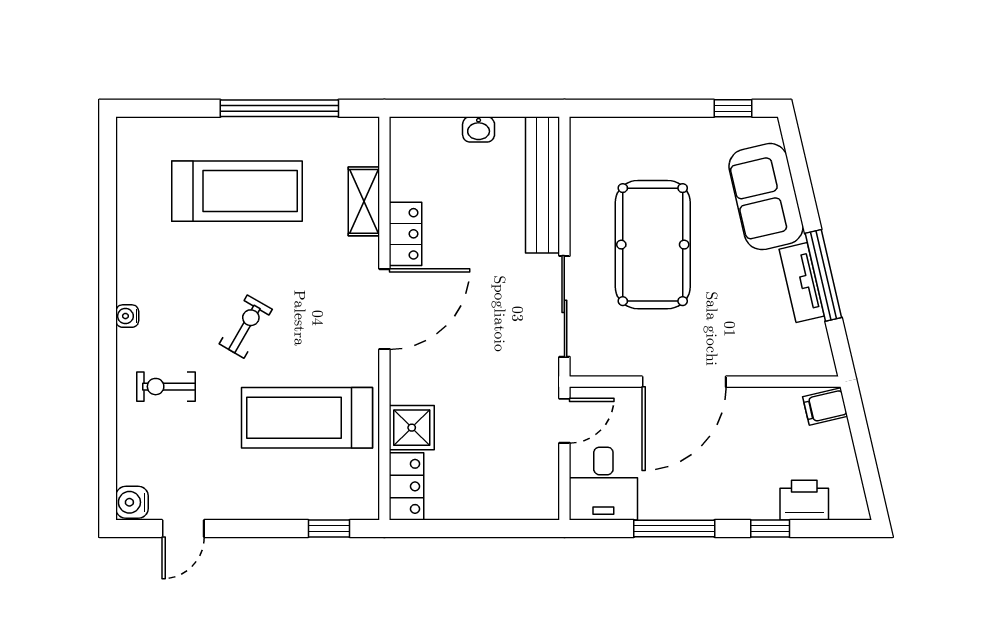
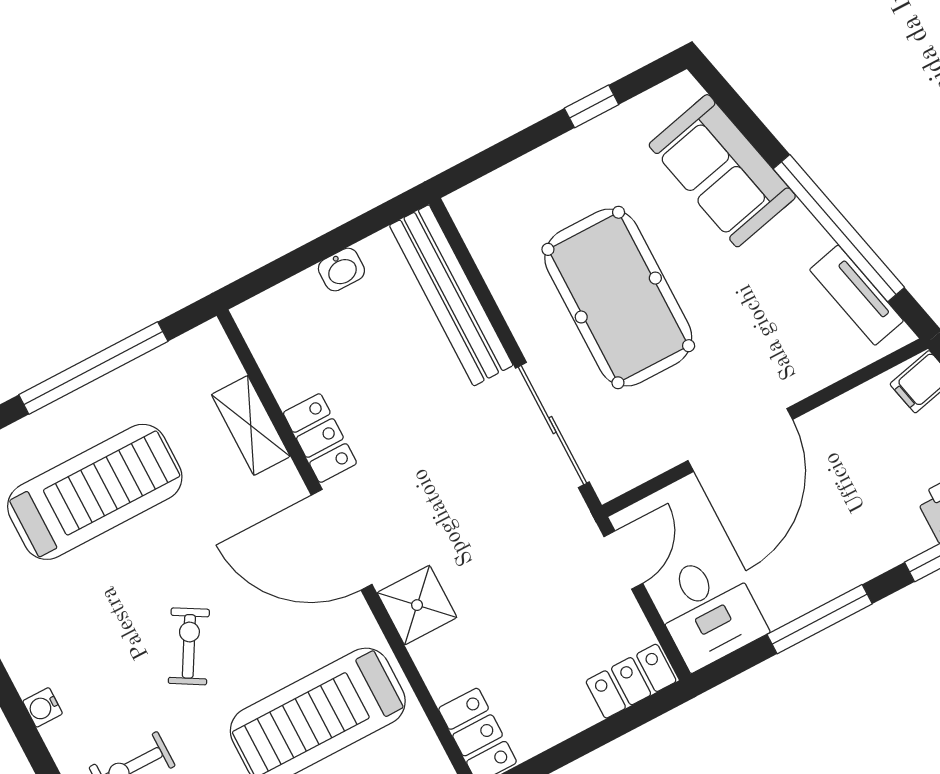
window: (733, 108) -> (592, 106), moved
window: (823, 275) -> (839, 228), width x1.46
tv unit: (802, 283) -> (857, 295), moved
door: (384, 309) -> (342, 540), swing flipped
shower: (412, 428) -> (417, 605), moved
locker: (527, 504) -> (631, 681), added

